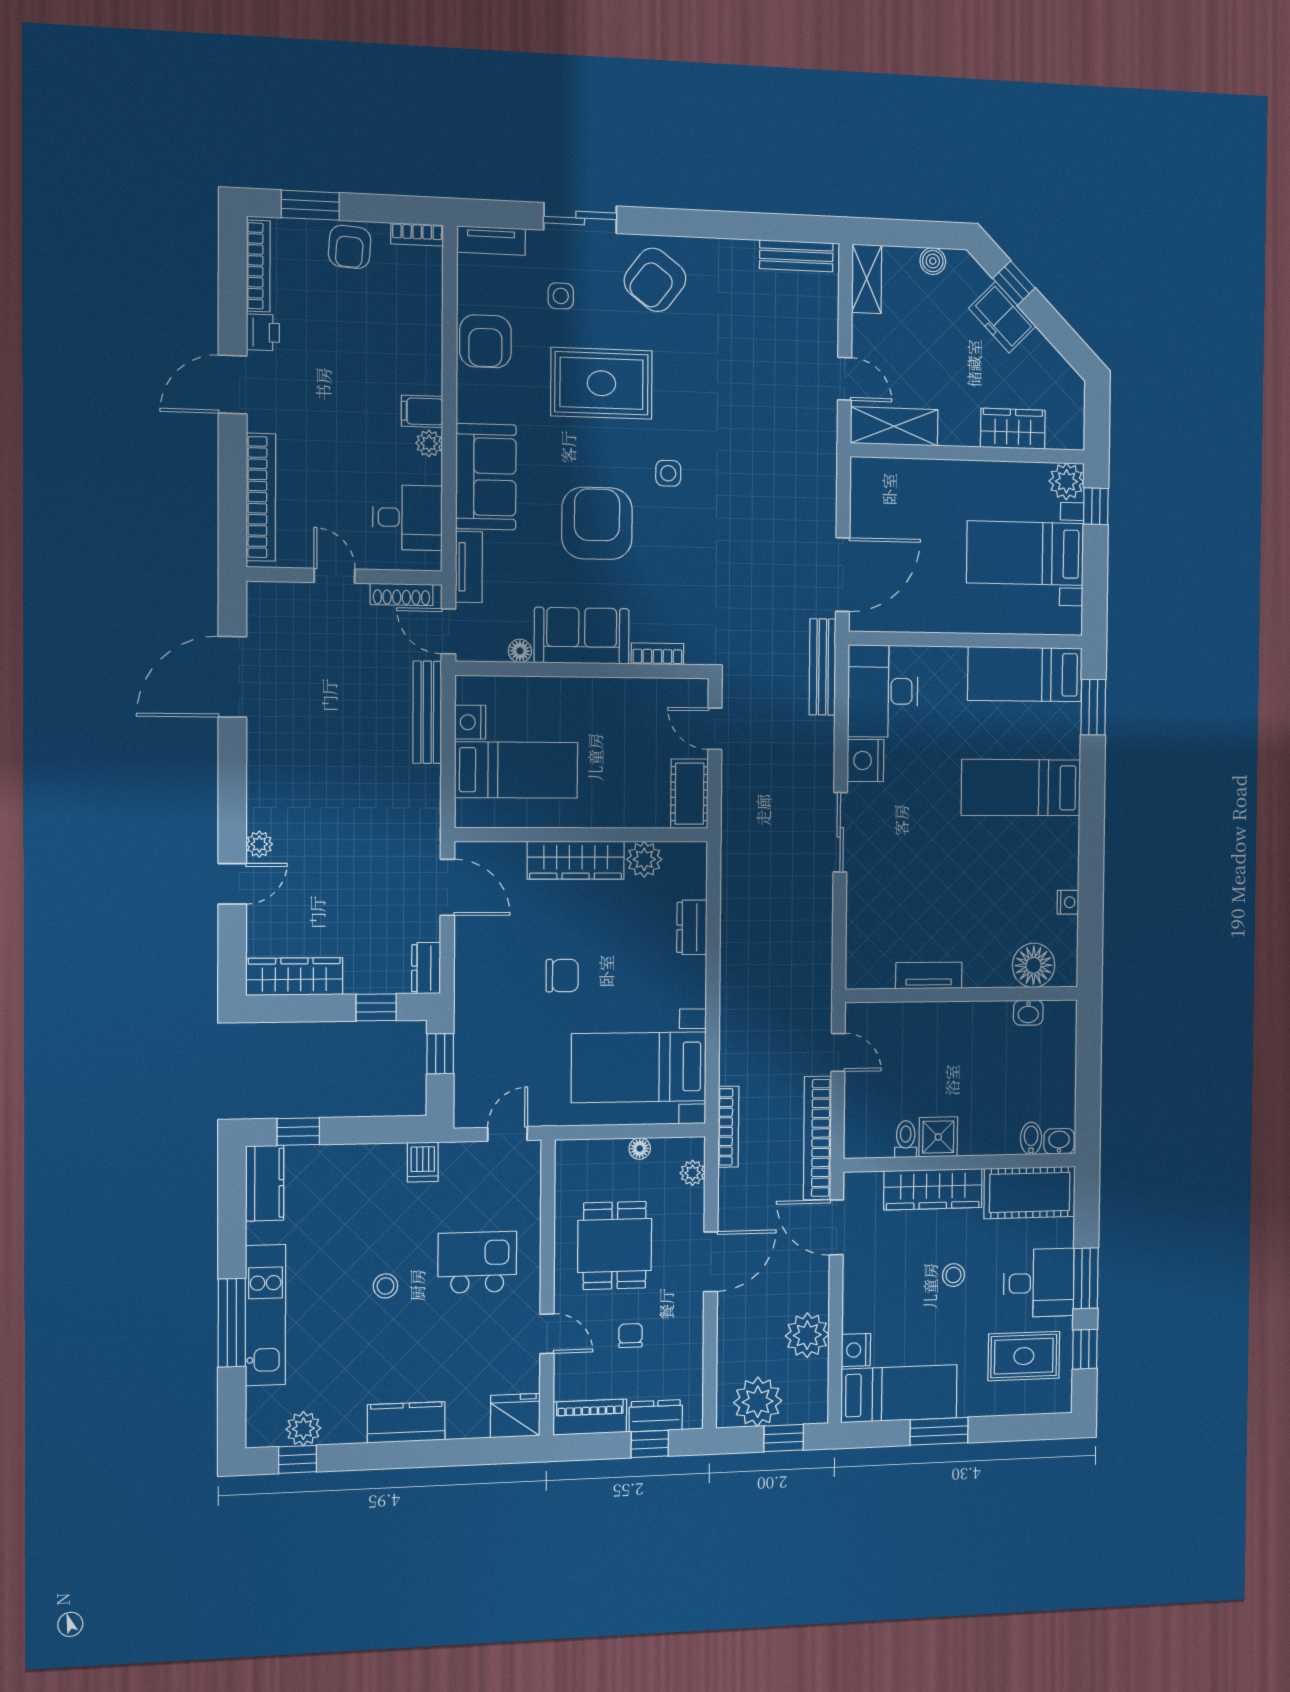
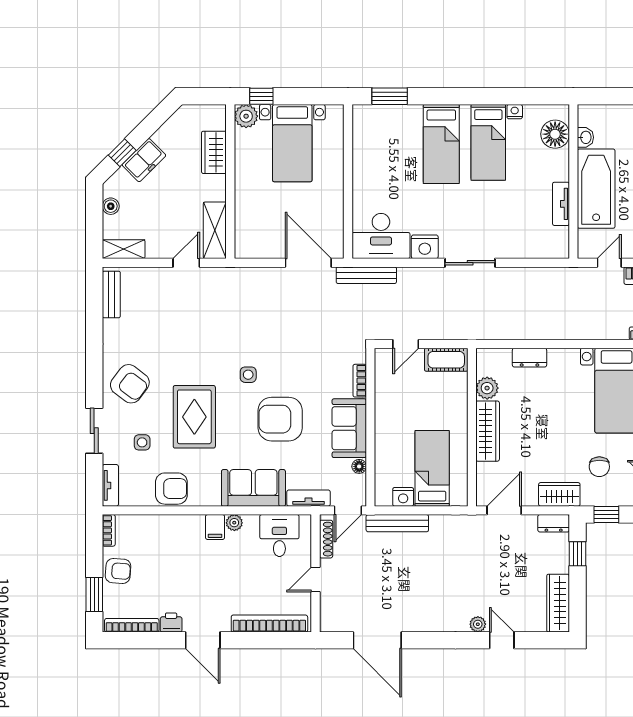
bed: (1025, 674) -> (488, 142), moved
chair: (562, 976) -> (599, 467), moved, turned 180
wardrobe: (473, 977) -> (559, 494), added
bathtub: (951, 1030) -> (596, 189), added

